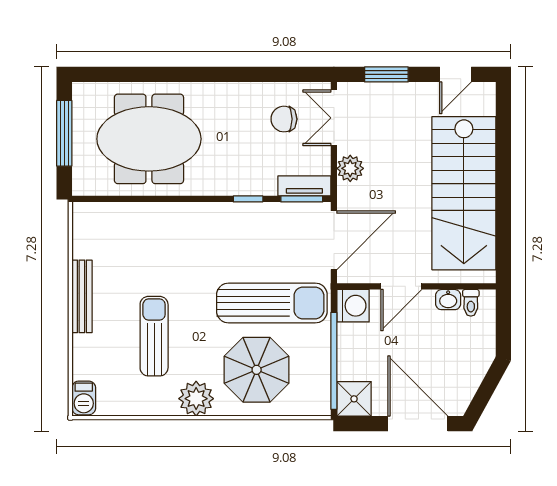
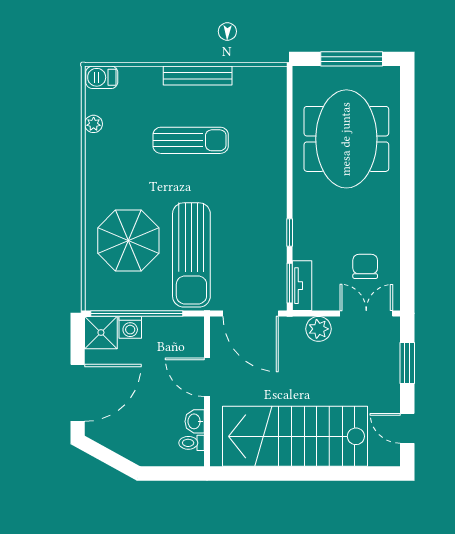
washing machine: (353, 306) -> (130, 327), moved, width x0.73, depth x0.73
sun lounger: (154, 336) -> (191, 140), moved
plant: (196, 399) -> (94, 124), moved, width x0.53, depth x0.53

